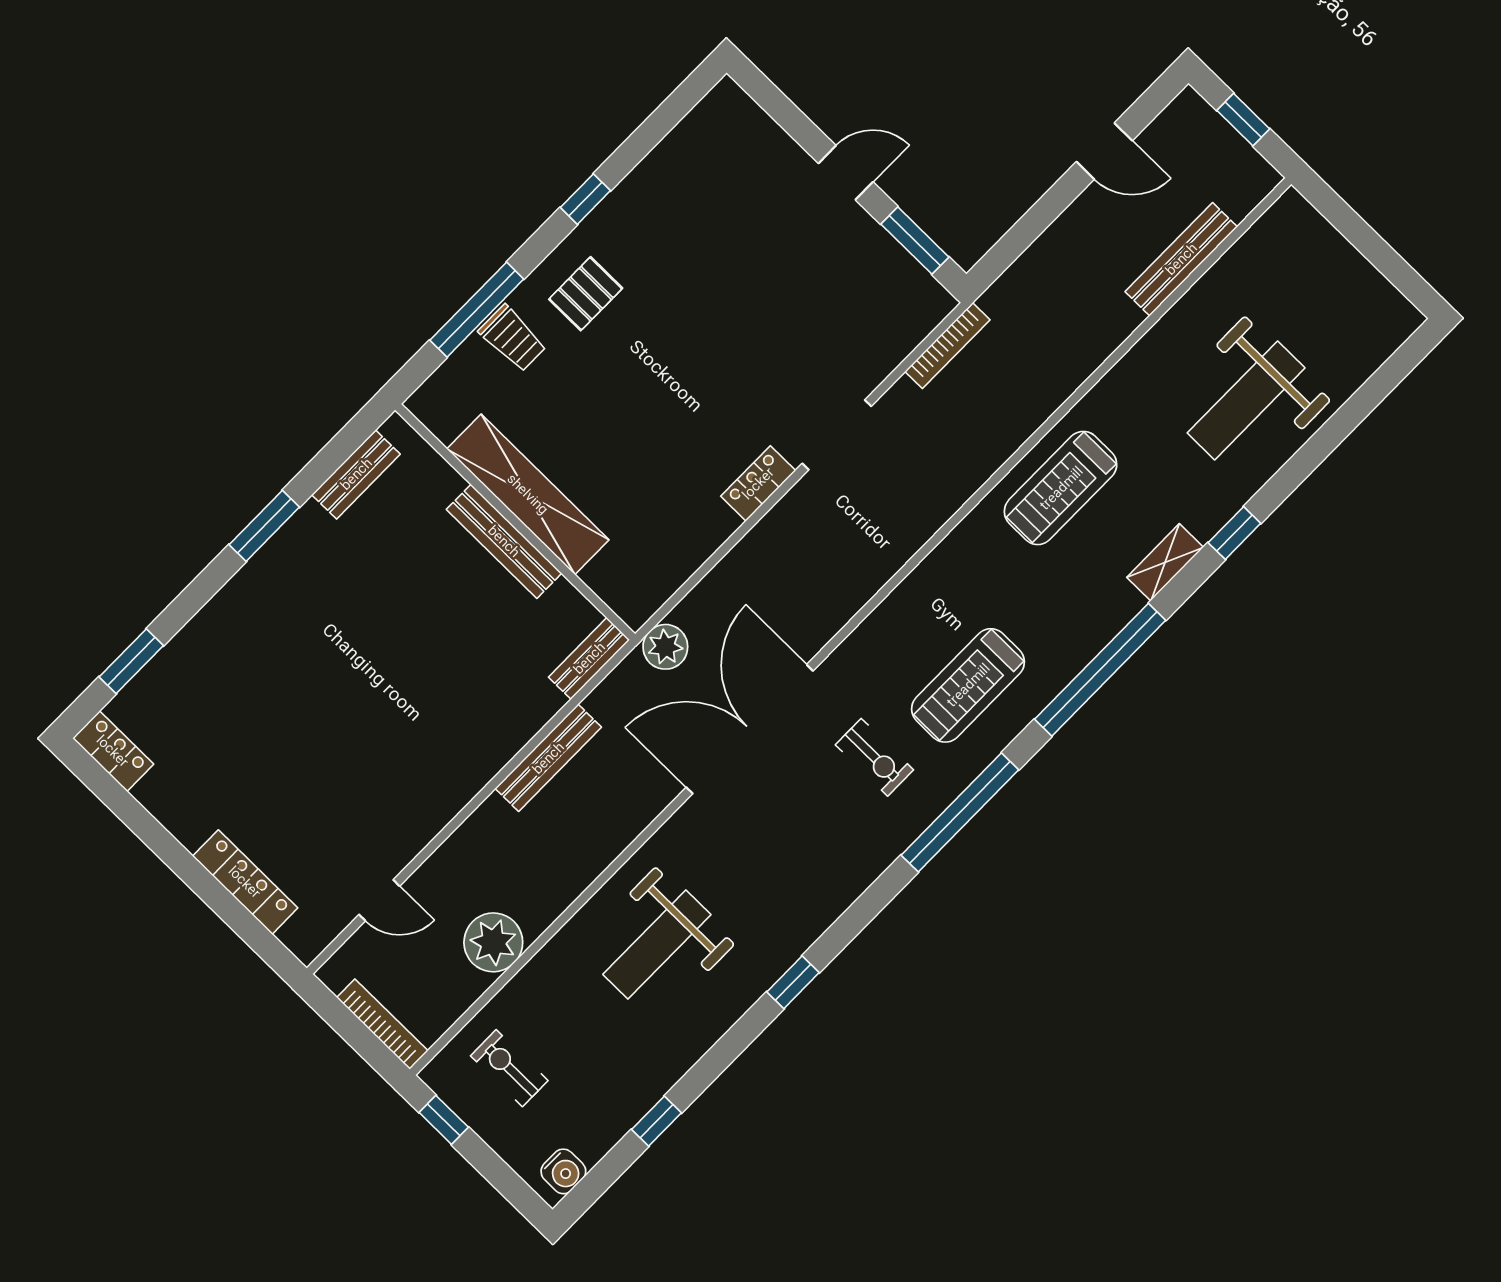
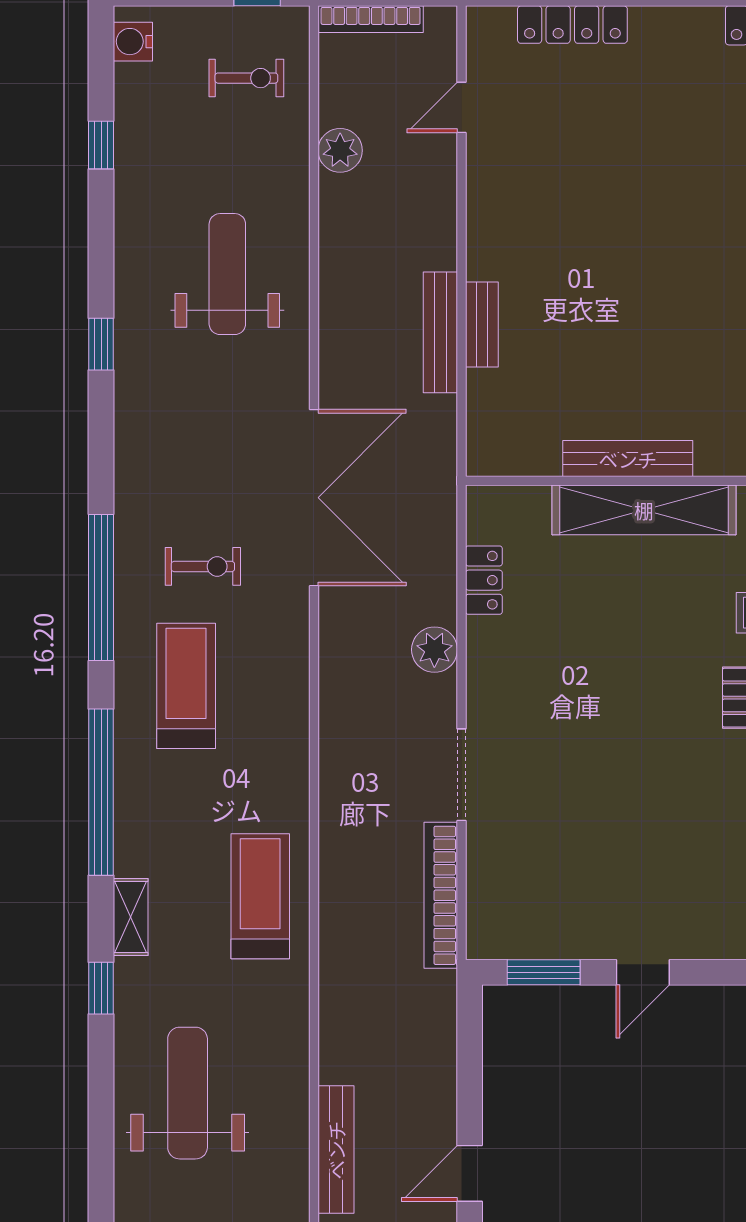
bookcase: (947, 346) -> (441, 895), width x1.48, depth x1.31
locker: (758, 483) -> (484, 580), moved
plant: (665, 647) -> (434, 650), moved
bench: (589, 658) -> (482, 324), moved
exercise bike: (874, 757) -> (203, 566), turned 180
plant: (493, 942) -> (340, 150), width x0.73, depth x0.73

